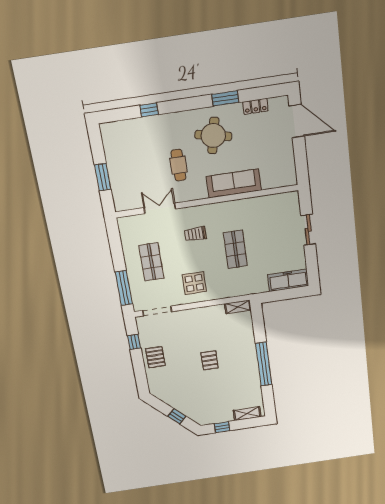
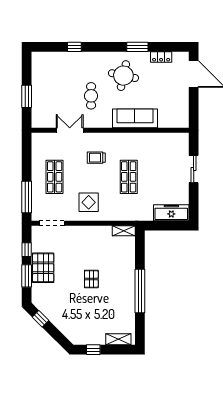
pallet: (155, 357) -> (43, 268), width x1.50, depth x1.42
window: (139, 368) -> (27, 276), added
window: (177, 416) -> (41, 319), moved

